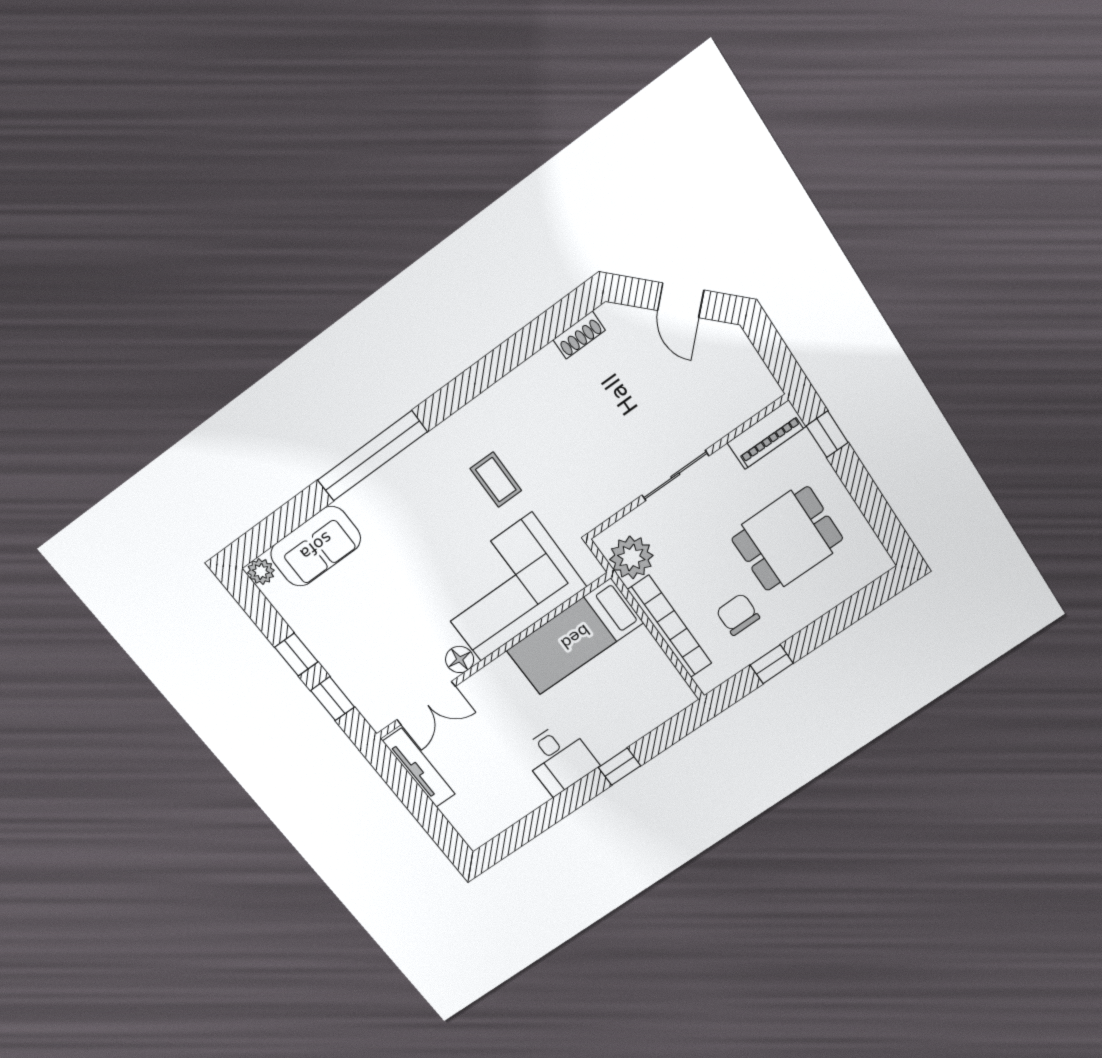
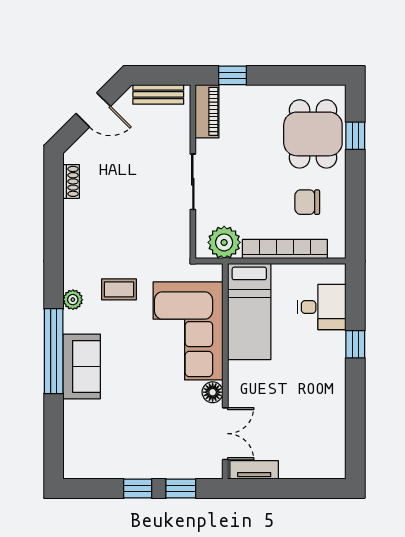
bench: (750, 365) -> (158, 94), added
dining table: (787, 539) -> (313, 134), moved
sofa: (316, 546) -> (82, 366), moved
plant: (261, 571) -> (73, 300), moved
window: (772, 664) -> (355, 136), moved
desk: (559, 758) -> (322, 307), moved
tv unit: (419, 768) -> (254, 470), width x0.71

